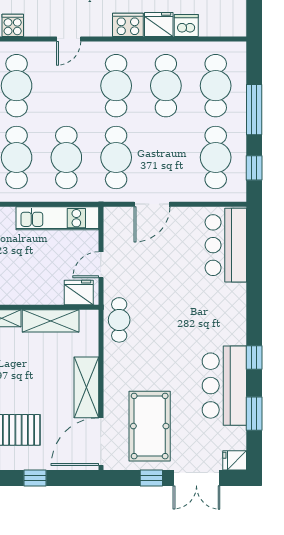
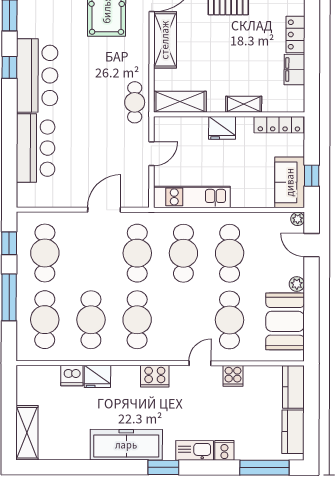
cooker: (128, 25) -> (155, 376), moved
door: (69, 39) -> (200, 363), moved
bar counter: (226, 245) -> (36, 148), moved
fridge: (79, 293) -> (222, 128), moved
shelving: (51, 321) -> (180, 102), moved
bar counter: (224, 386) -> (37, 75), moved

